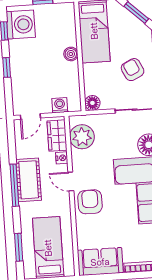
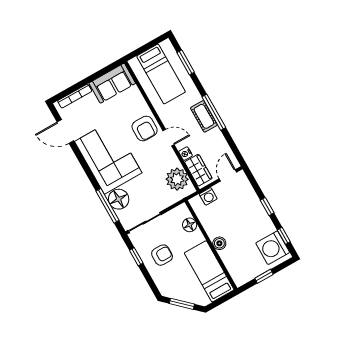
armchair: (133, 70) -> (162, 255), turned -64
floor lamp: (92, 103) -> (190, 225), moved
cot: (29, 180) -> (204, 116), width x0.73, depth x0.75

